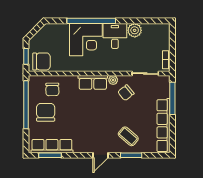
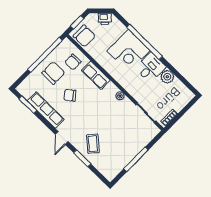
printer: (44, 33) -> (105, 19), added
row of seats: (93, 82) -> (96, 75), moved
chair: (126, 93) -> (70, 95), moved
window: (172, 98) -> (136, 159), moved
row of seats: (164, 126) -> (124, 160), removed
row of seats: (52, 146) -> (46, 110), moved
door: (101, 155) -> (62, 138), hinge flipped

